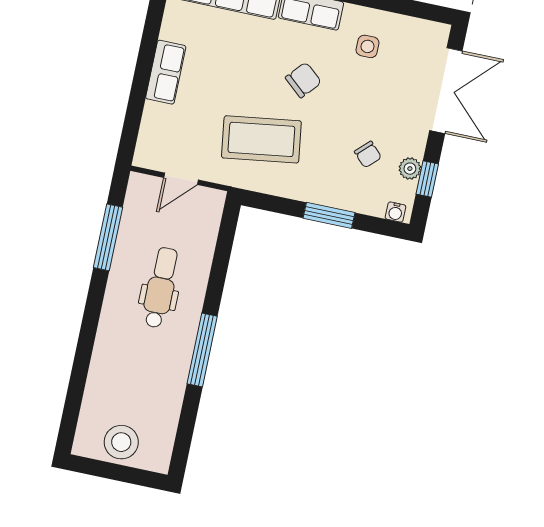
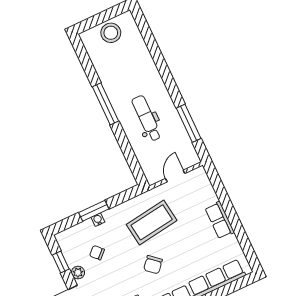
plant: (410, 169) -> (78, 273), moved
water cooler: (396, 212) -> (98, 220), moved
dental chair: (161, 288) -> (147, 118), turned 180

